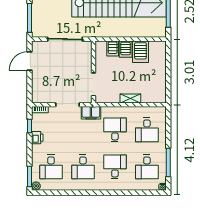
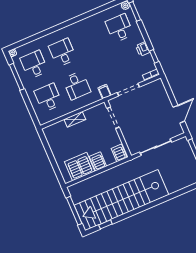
server rack: (113, 48) -> (119, 153), moved
server rack: (140, 52) -> (80, 167), width x1.60
filing cabinet: (91, 113) -> (104, 92), width x0.50
desk: (83, 167) -> (91, 40), removed
desk: (115, 167) -> (63, 52), turned 180

